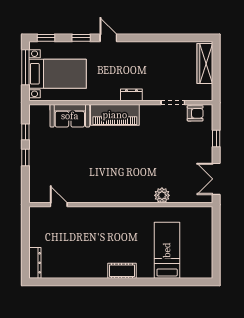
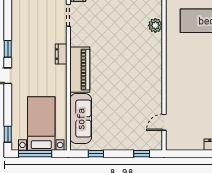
window: (81, 38) -> (8, 49), moved
sofa: (70, 116) -> (81, 119), width x1.36
window: (25, 158) -> (142, 154), moved

